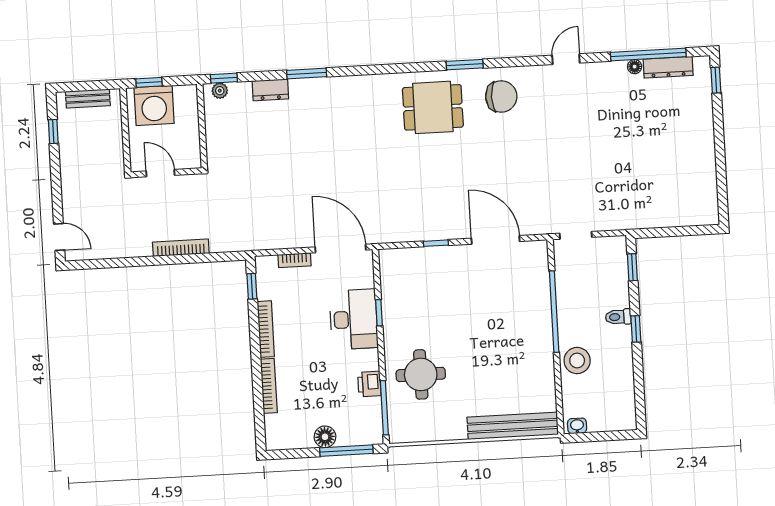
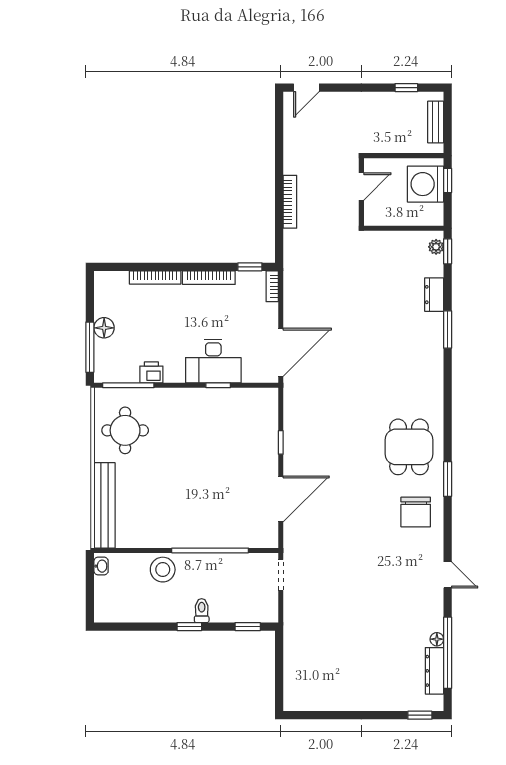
bookcase: (294, 260) -> (272, 286), moved
round table: (421, 374) -> (125, 430), moved

